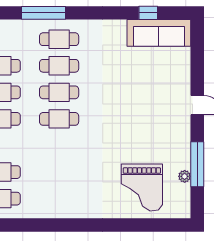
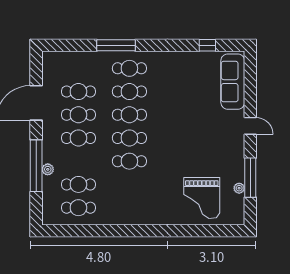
sofa: (159, 33) -> (233, 82), moved, turned 90
cafe table: (59, 145) -> (129, 161), added

